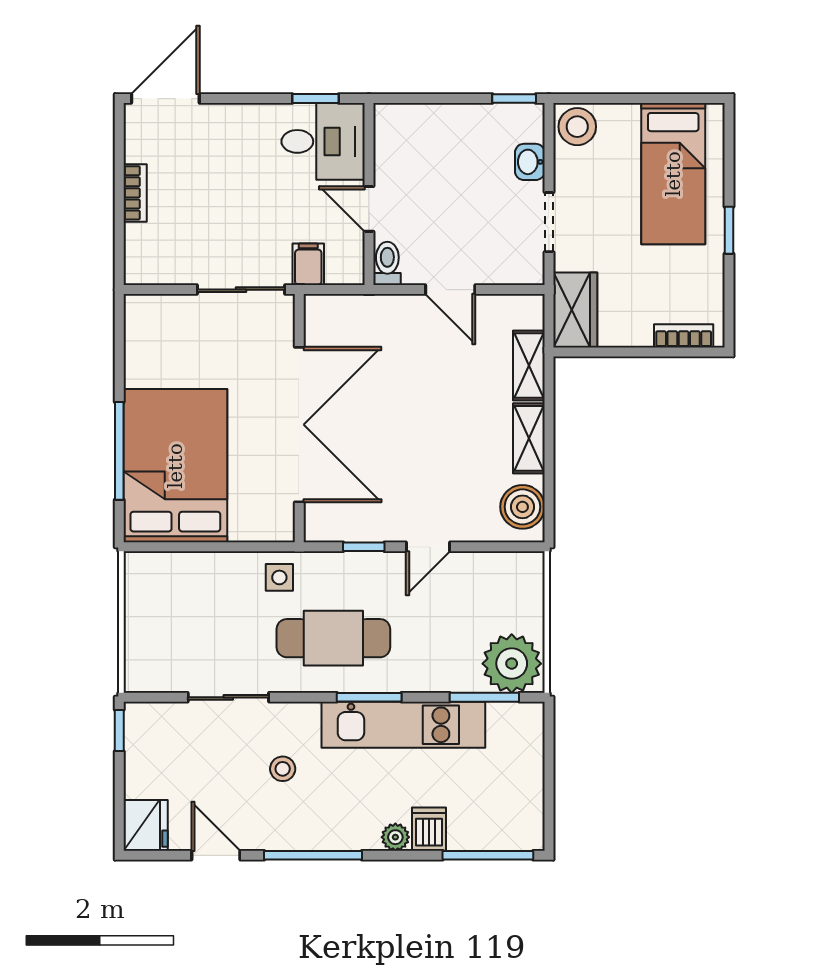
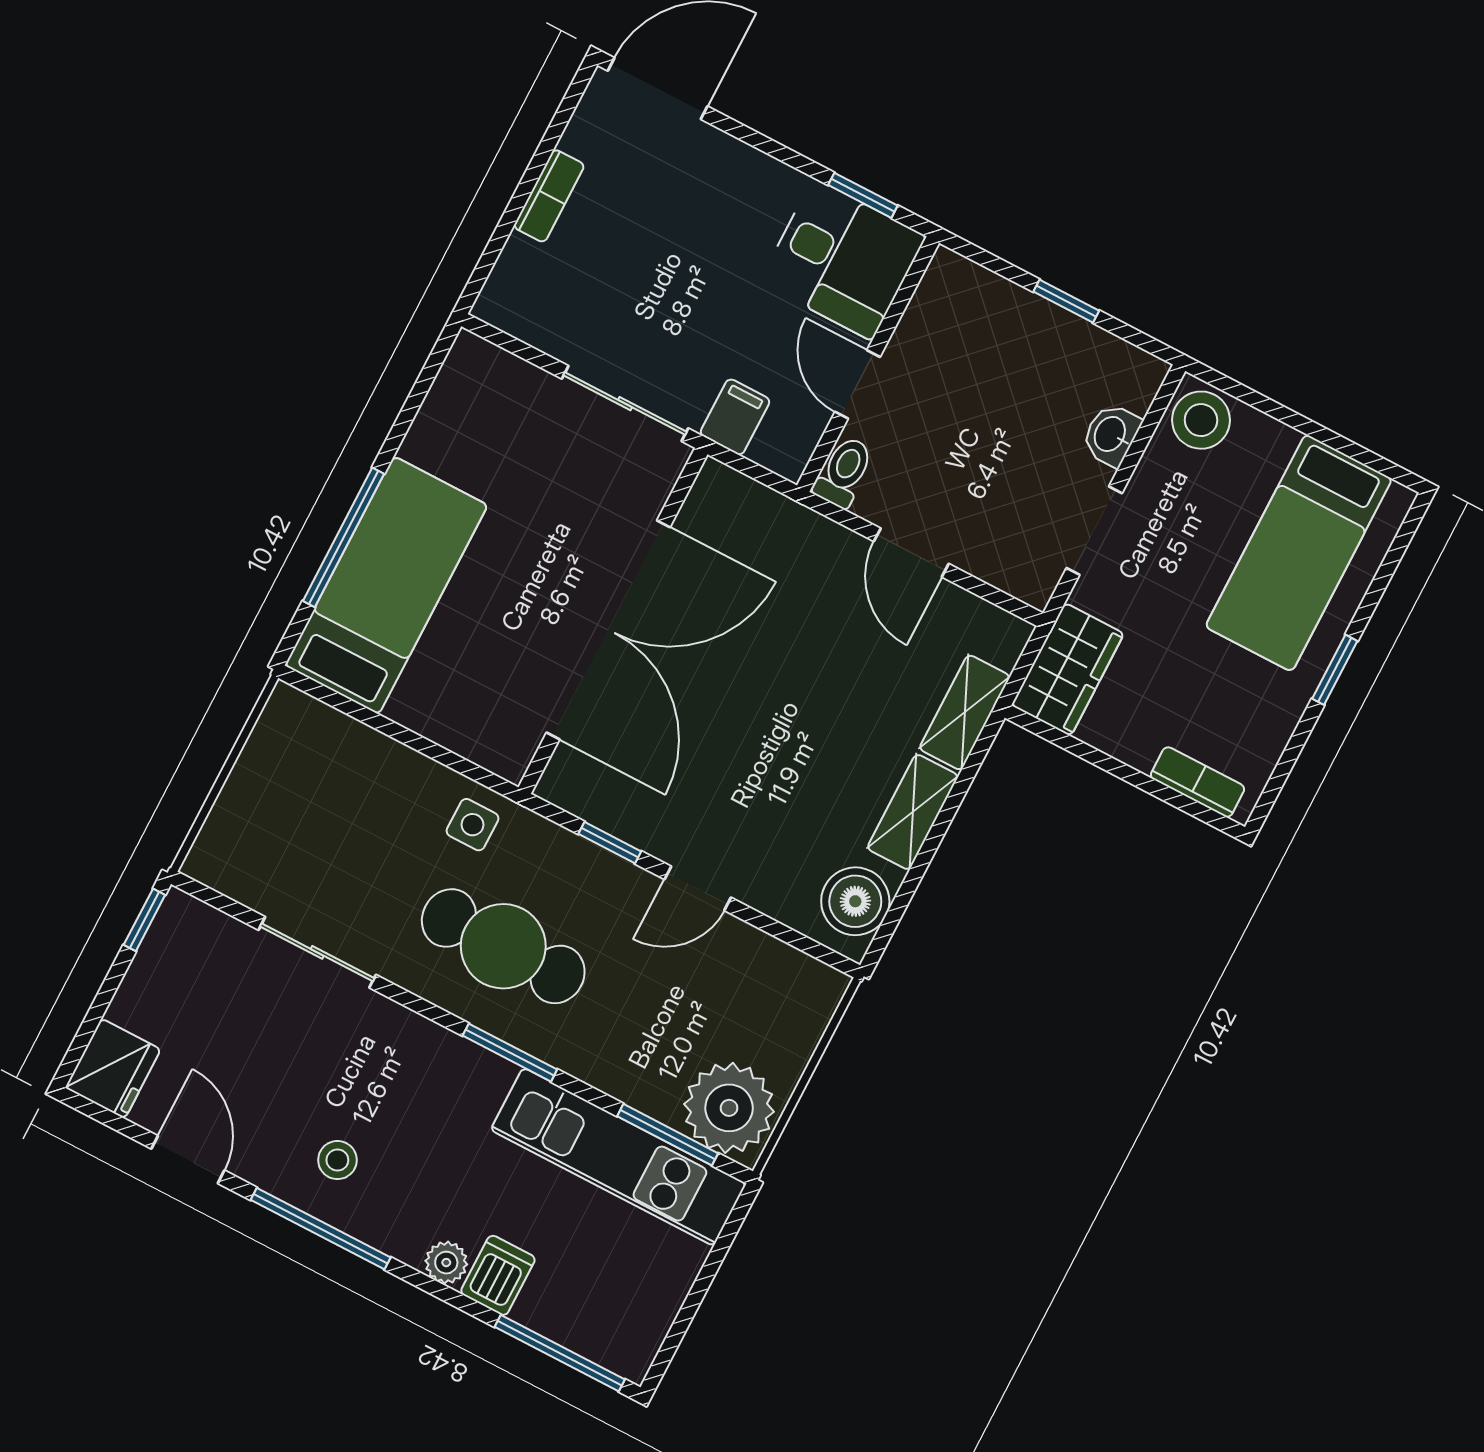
window: (514, 99) -> (1066, 301), moved
bed: (175, 466) -> (386, 585), width x0.67
kitchen unit: (403, 725) -> (618, 1157), moved
stool: (283, 769) -> (337, 1160), moved

